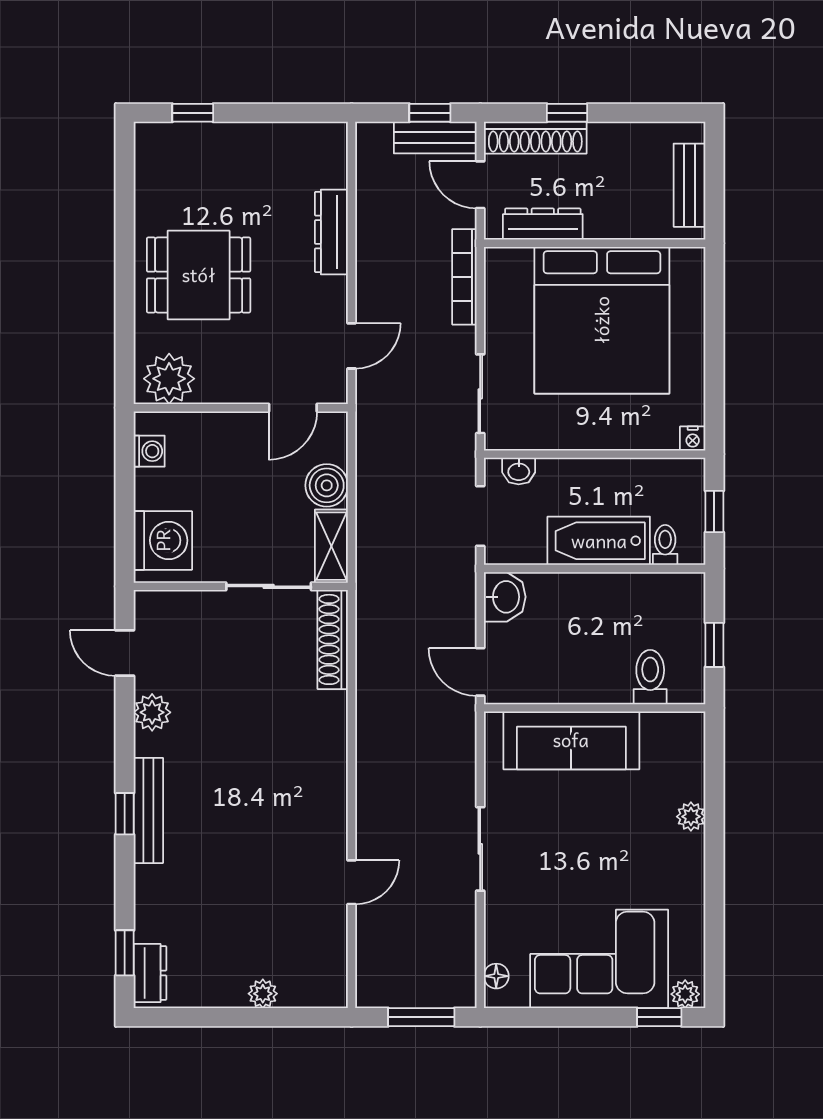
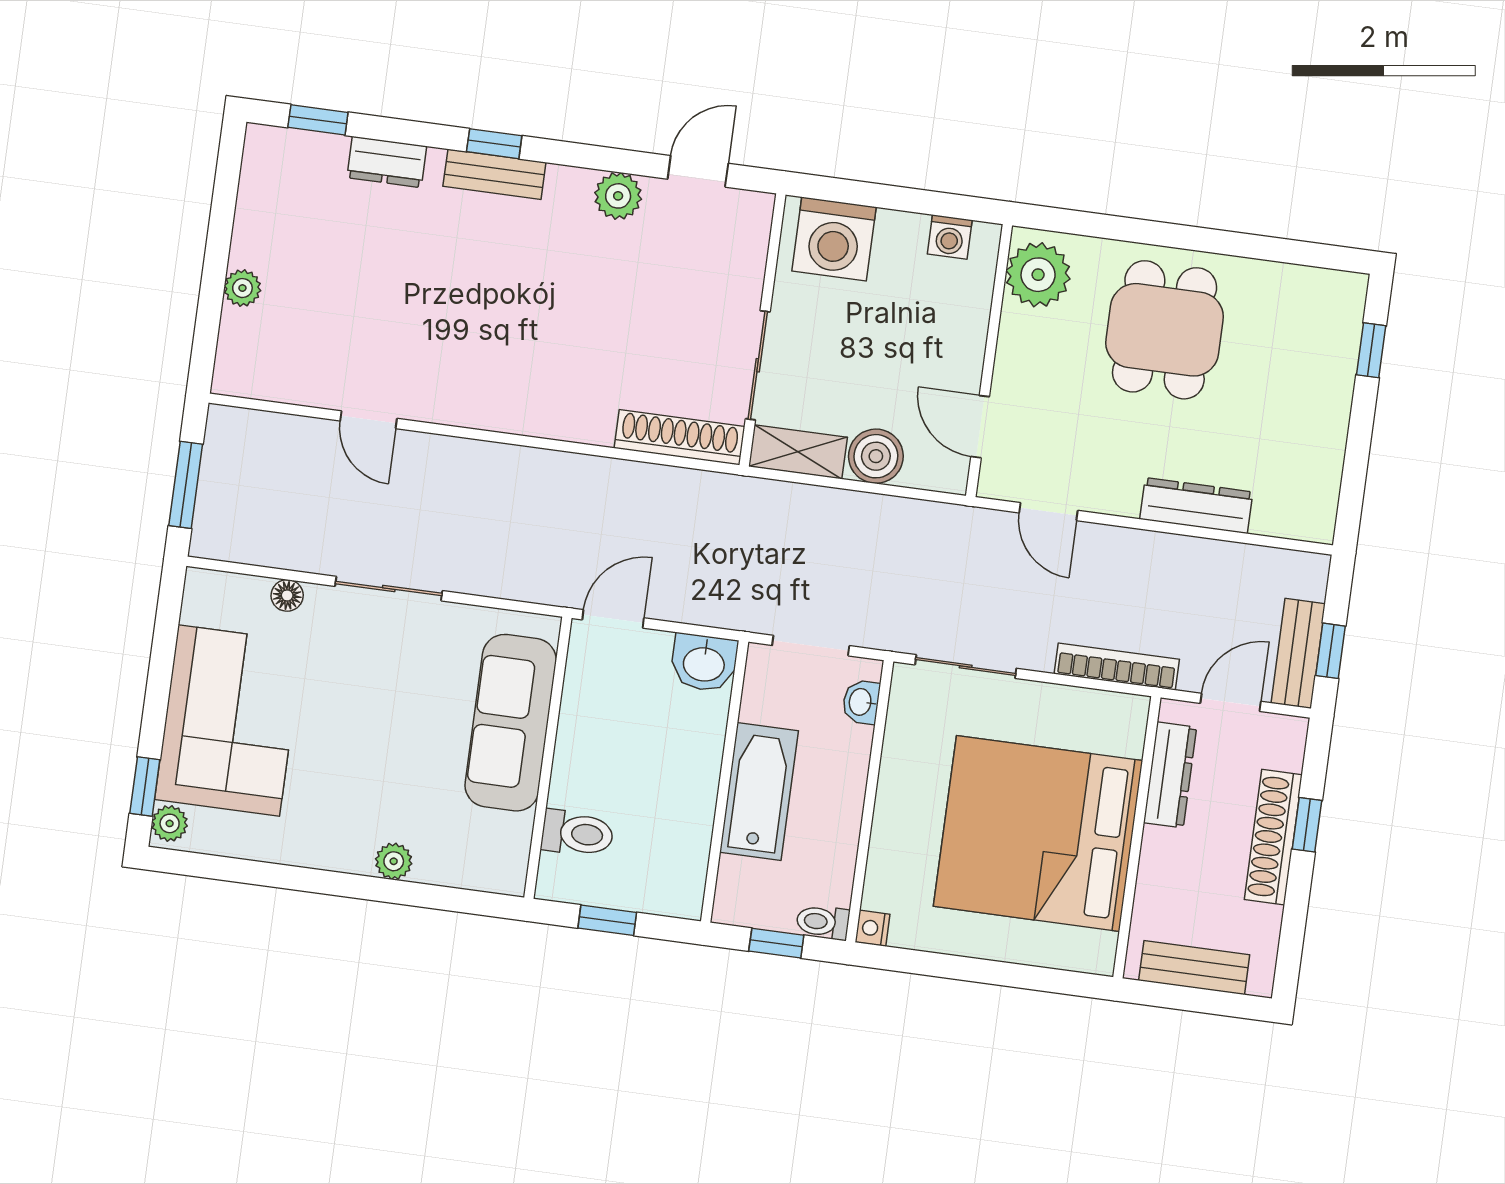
shoe rack: (535, 138) -> (1273, 837), moved
toilet: (665, 545) -> (823, 922), moved, turned 180
bench: (148, 810) -> (494, 174), width x0.73
dresser: (150, 973) -> (387, 162), moved
floor lamp: (496, 976) -> (287, 595), moved

